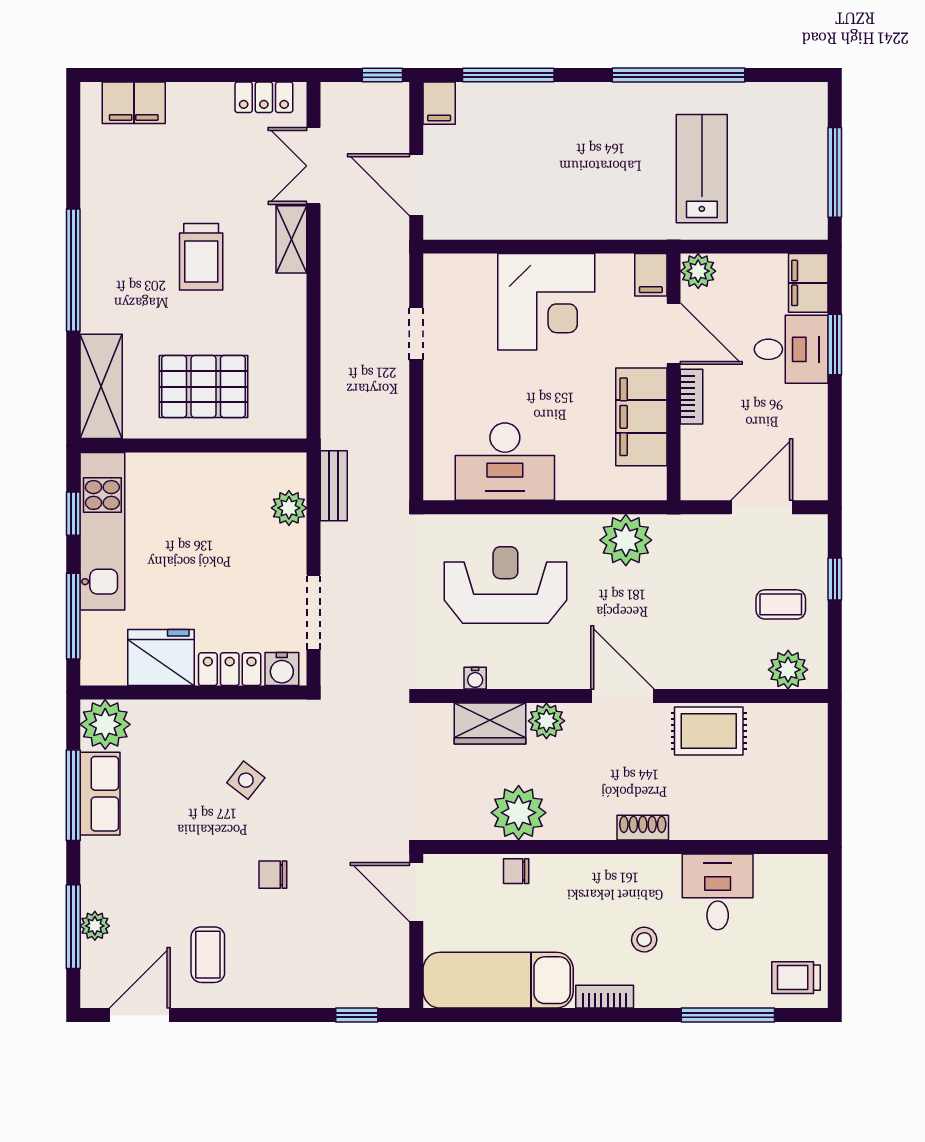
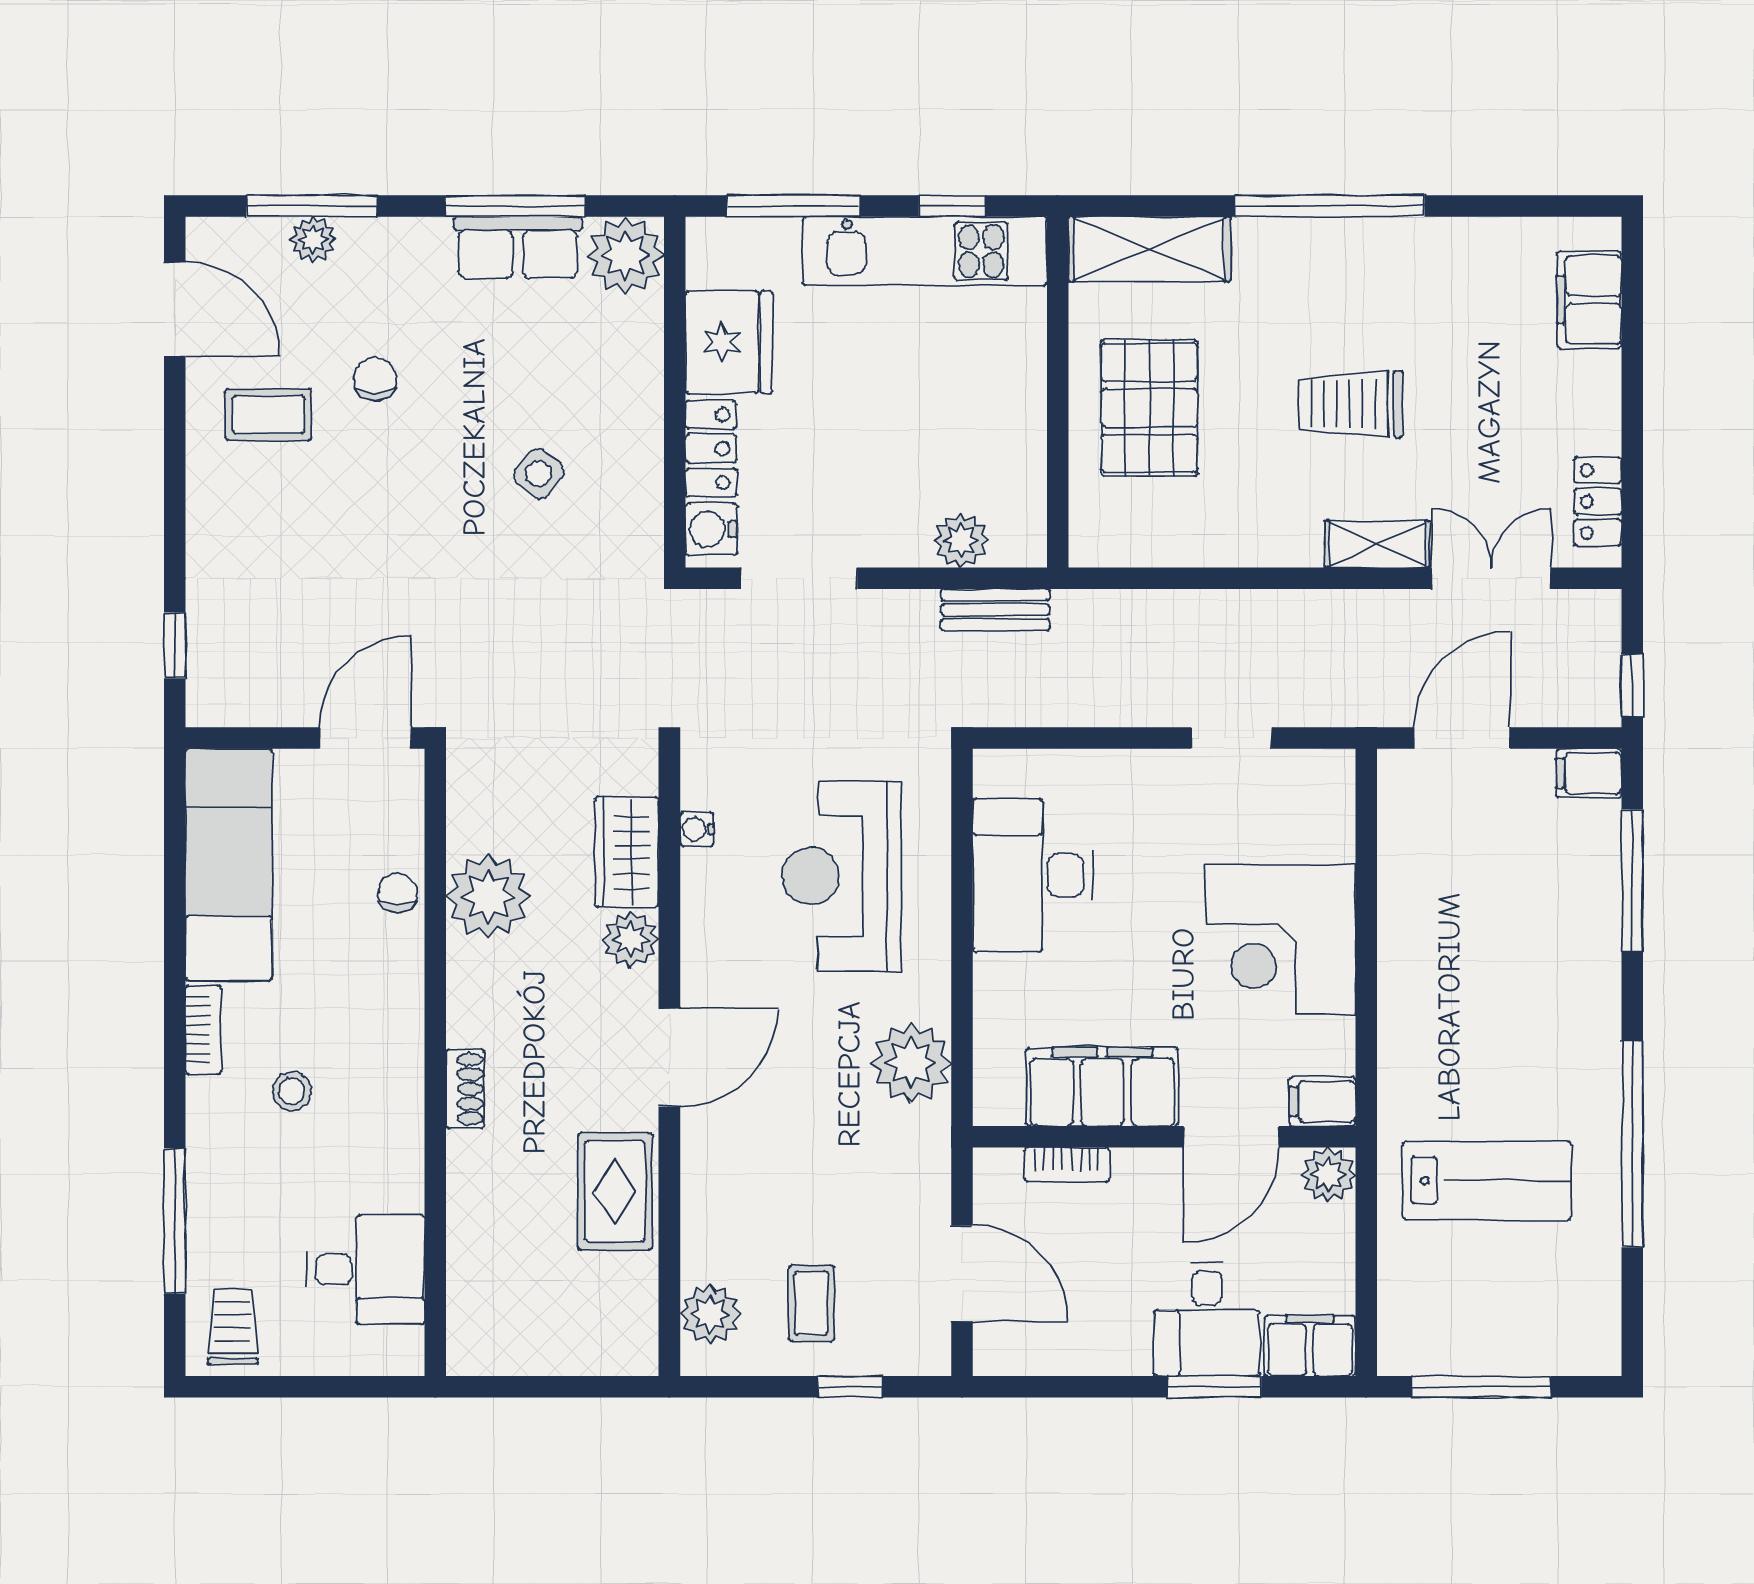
bookcase: (691, 397) -> (1067, 1165), moved
reception desk: (505, 585) -> (841, 876), turned 180
chair: (273, 875) -> (375, 379), moved
desk: (718, 892) -> (366, 1269), moved

